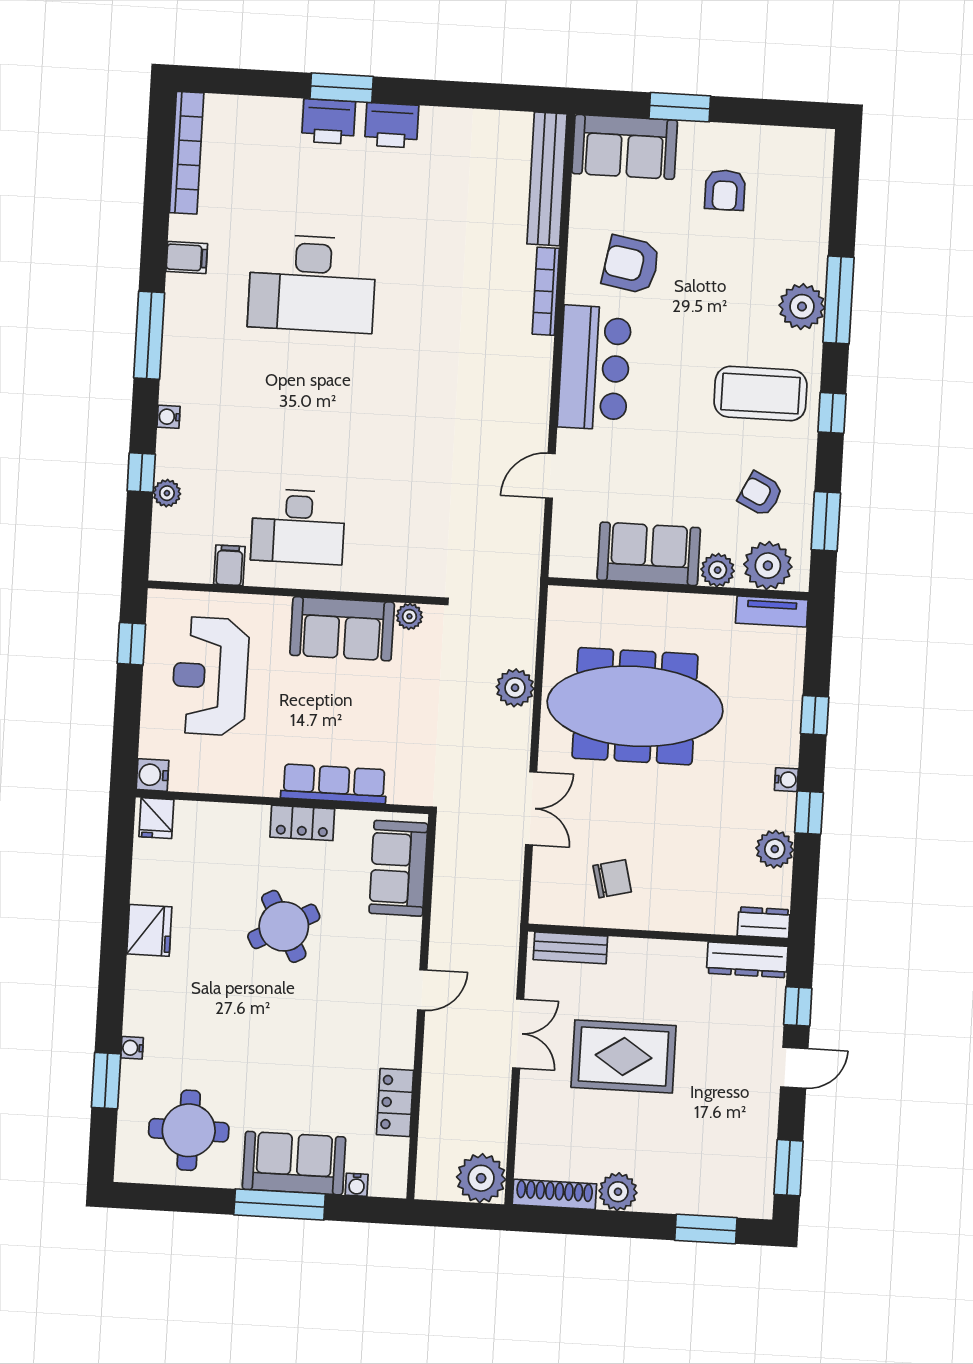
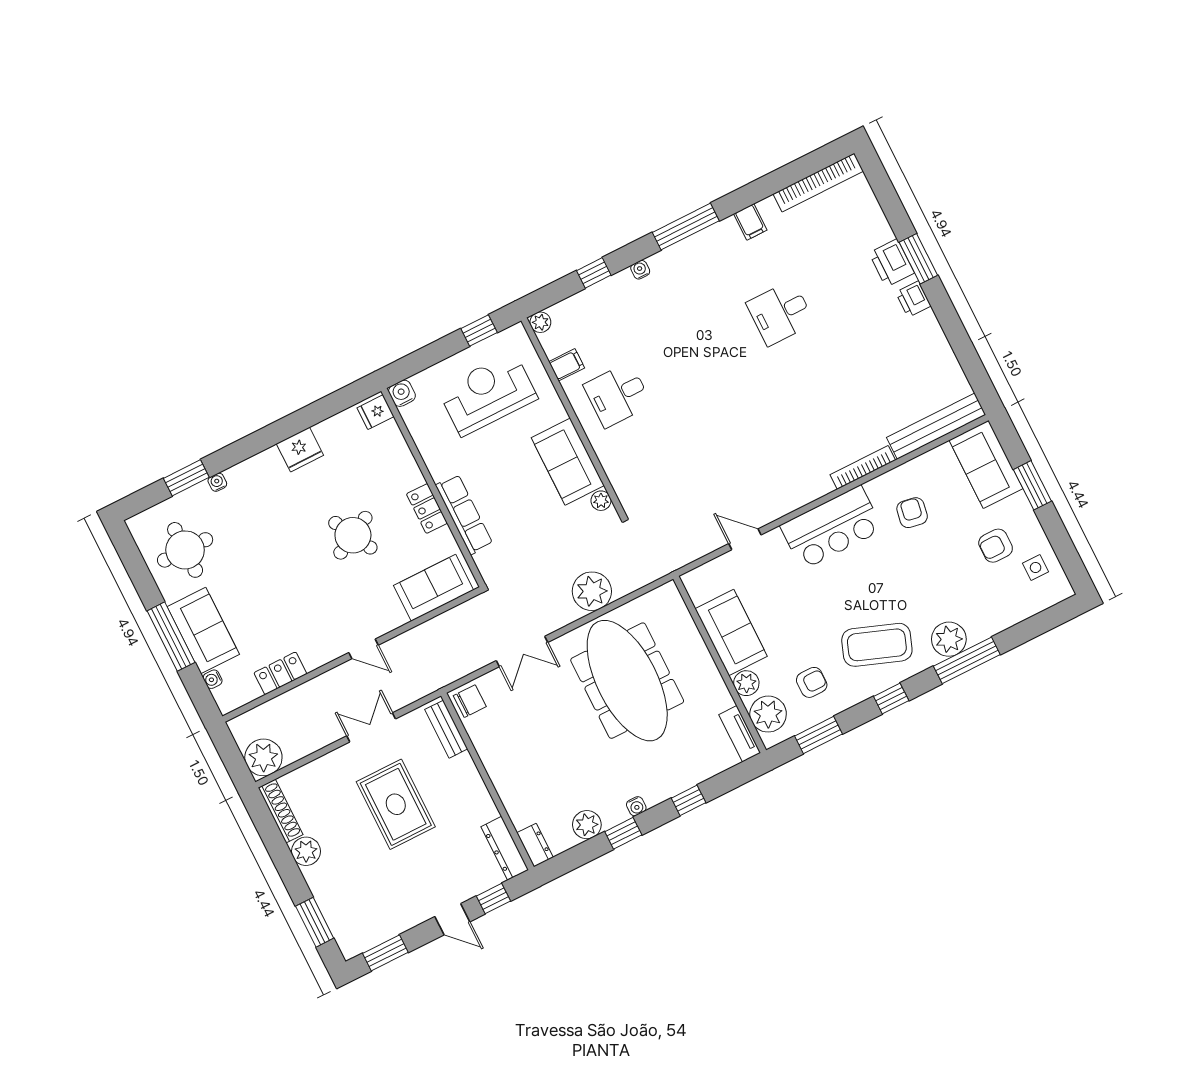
printer: (392, 125) -> (913, 299), width x0.73, depth x0.81
side table: (777, 158) -> (1036, 567), added
armchair: (631, 265) -> (912, 513), width x0.72, depth x0.72
desk: (312, 283) -> (780, 313), width x0.53, depth x0.77
coffee table: (760, 394) -> (877, 645), turned -70
plant: (167, 493) -> (540, 322), moved
armchair: (760, 494) -> (812, 682), turned 64
desk: (298, 526) -> (618, 395), width x0.73
plant: (515, 688) -> (592, 591), width x1.36, depth x1.36
chair: (612, 879) -> (470, 701), moved, turned -76
double door: (518, 1034) -> (371, 727), swing flipped

